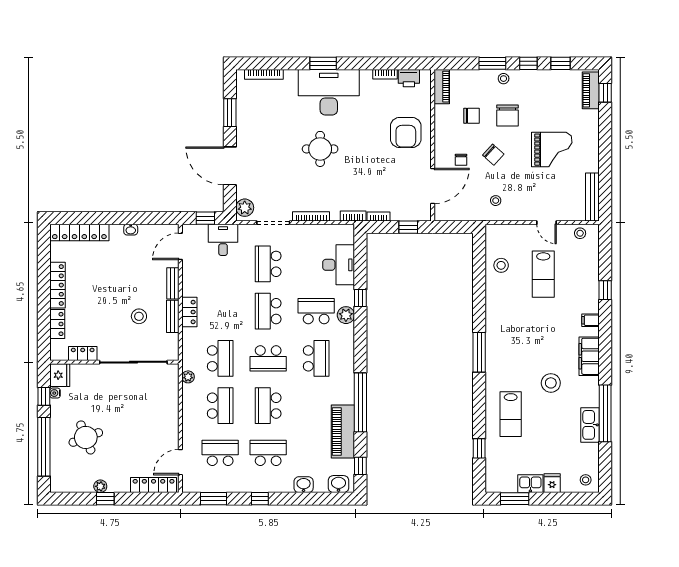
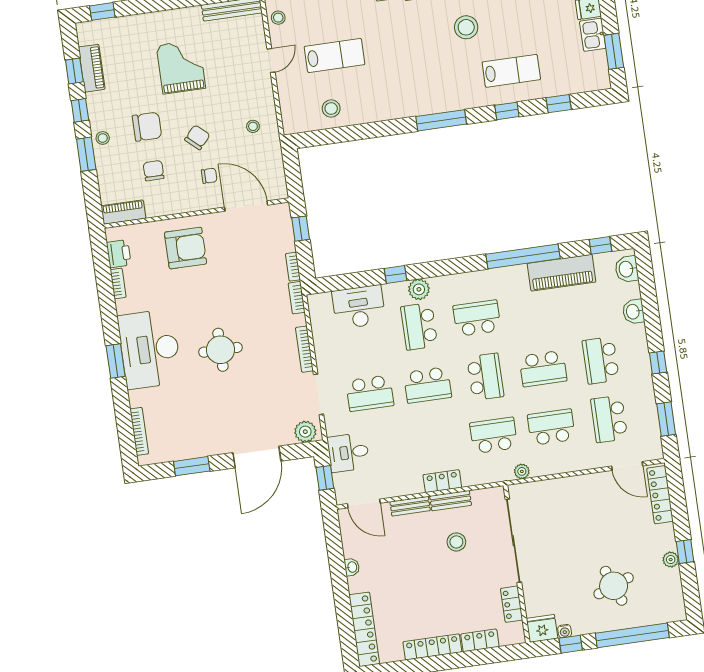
piano: (591, 90) -> (92, 68), moved, turned -90
window: (479, 406) -> (507, 111), added

